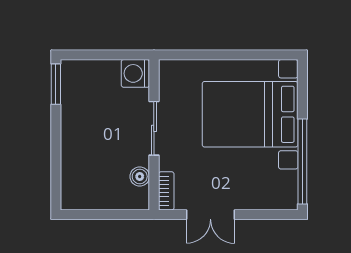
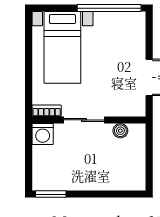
bed with nightstands: (250, 114) -> (62, 47), width x0.73
bookcase: (166, 191) -> (47, 111), moved

